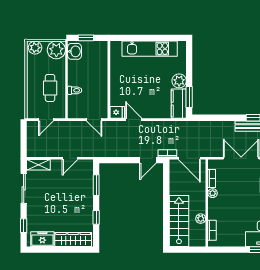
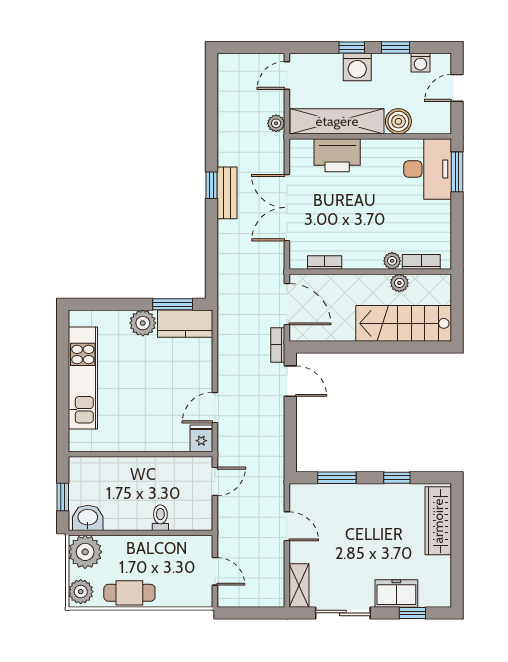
cafe table: (50, 88) -> (129, 593), moved
door: (189, 158) -> (287, 304), hinge flipped
plant: (213, 193) -> (392, 261), moved
freezer: (42, 239) -> (396, 593), moved, turned 90

